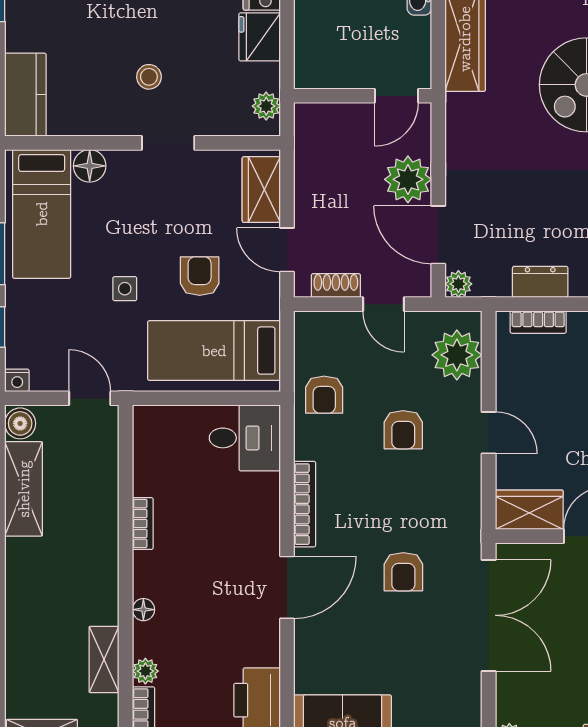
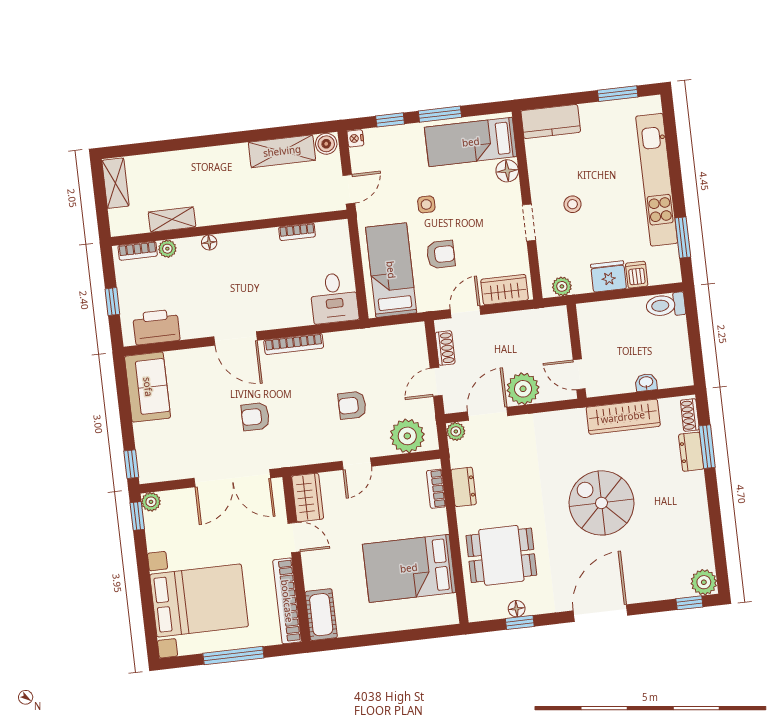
armchair: (324, 395) -> (370, 349), removed
bookcase: (143, 524) -> (297, 232), moved

